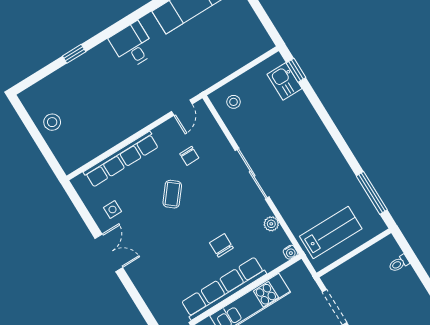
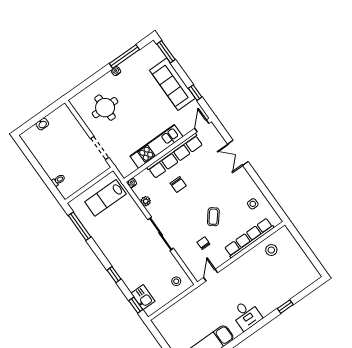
window: (325, 118) -> (114, 275), added
stool: (52, 122) -> (271, 250), moved
double door: (109, 253) -> (238, 153), moved

